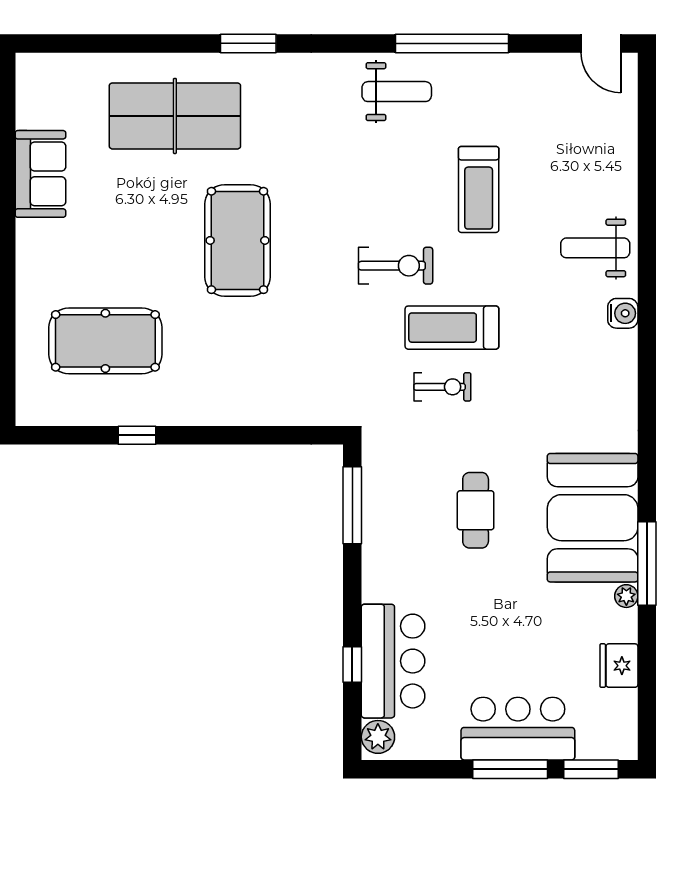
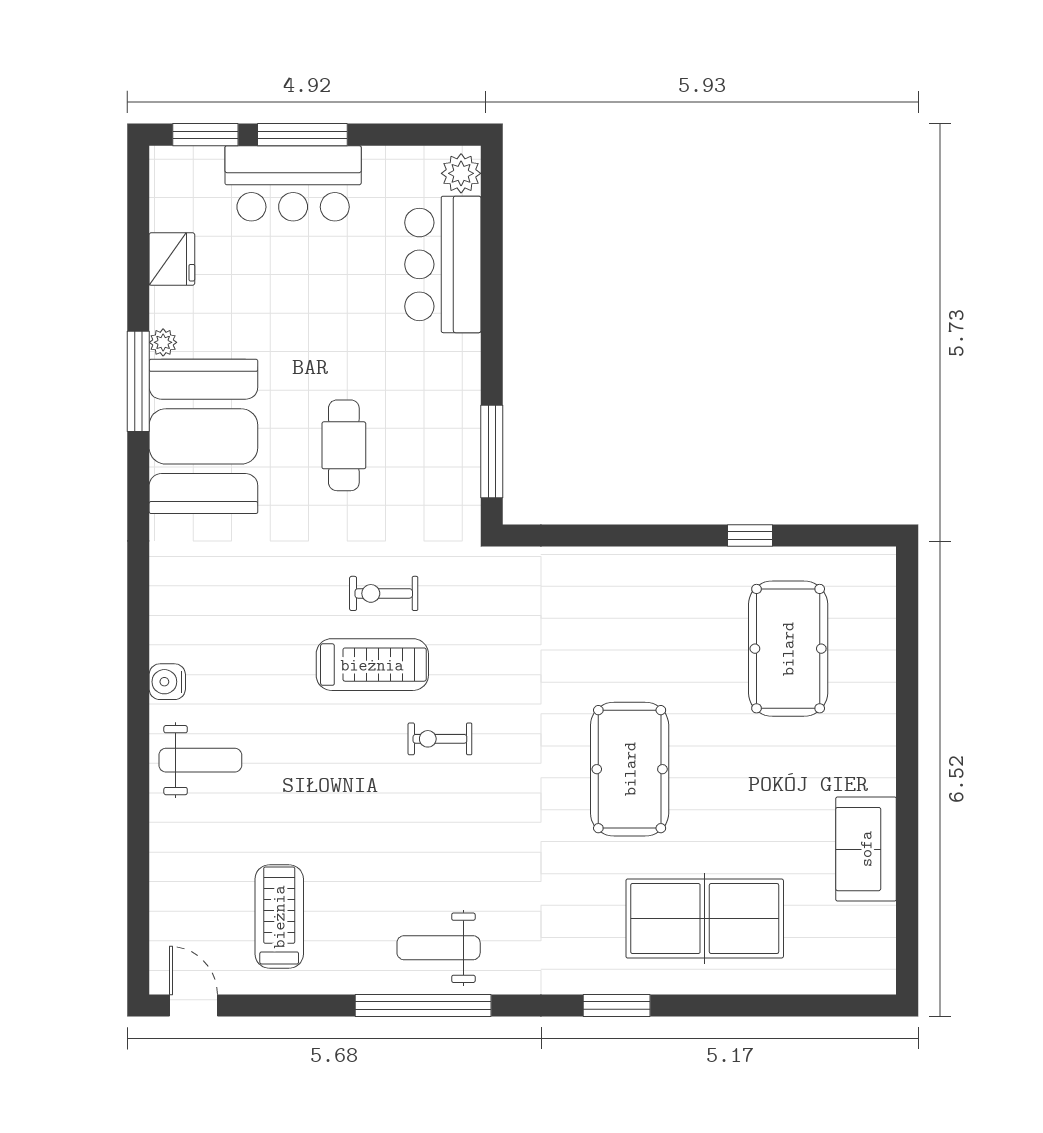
window: (452, 43) -> (423, 1006), moved
treadmill: (479, 189) -> (279, 917), moved
exercise bike: (396, 266) -> (440, 739), width x0.73, depth x0.72
pool table: (105, 341) -> (788, 649), turned 90
window: (352, 664) -> (492, 260), removed

